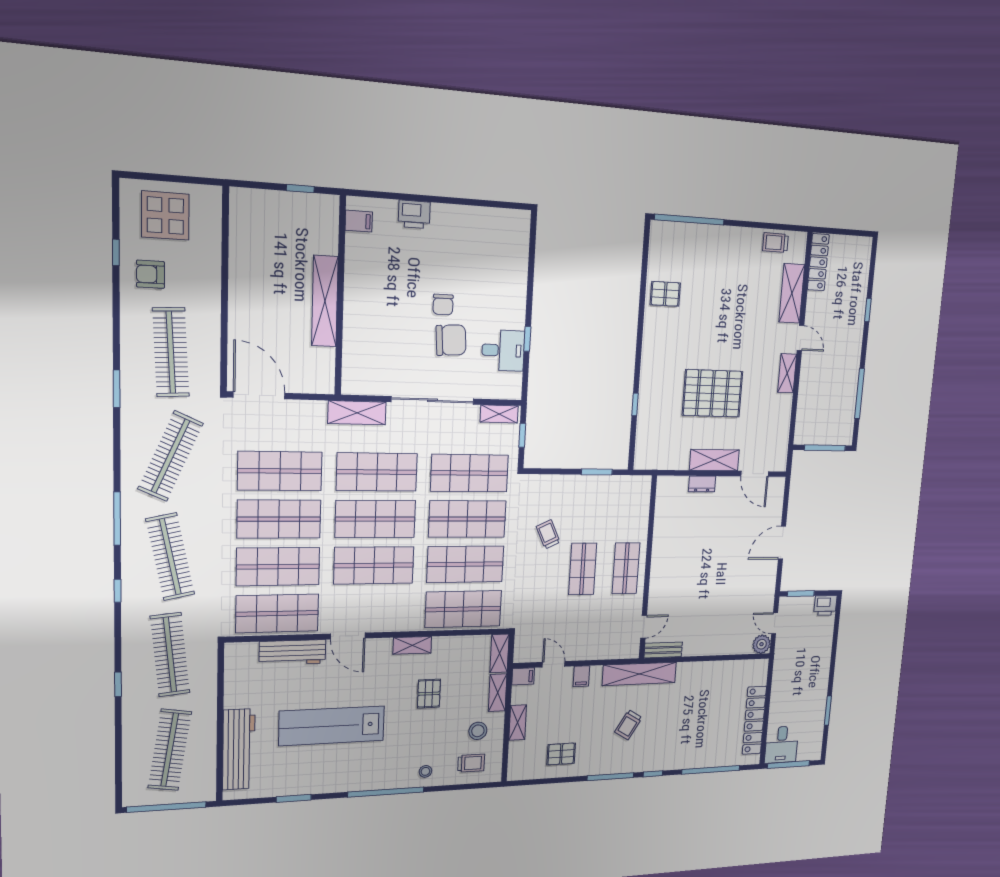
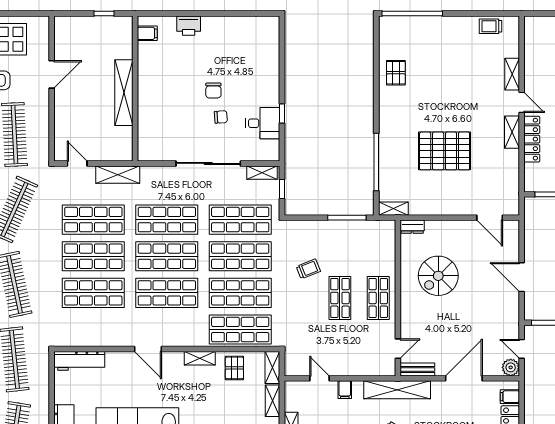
locker: (818, 262) -> (532, 139), moved
door: (225, 270) -> (52, 74), added
shelving: (792, 293) -> (512, 74), width x0.67, depth x0.75
pallet: (665, 294) -> (396, 73), turned 90
chair: (451, 340) -> (221, 117), width x0.54, depth x0.54
door: (259, 395) -> (77, 163), width x0.53
window: (635, 404) -> (376, 162), width x3.17
shelving: (357, 413) -> (118, 175), moved
shelving: (714, 460) -> (393, 209), moved, width x0.67, depth x0.75
window: (597, 472) -> (347, 218), width x1.44
dresser: (702, 484) -> (412, 227), moved
trolley: (548, 534) -> (308, 269), turned 93
spiral stairs: (694, 542) -> (438, 276), added
door: (782, 543) -> (522, 277), hinge flipped
shop shelf: (277, 613) -> (93, 330), removed
workbench: (293, 652) -> (79, 361), moved
door: (712, 658) -> (464, 378), added
filing cabinet: (523, 676) -> (510, 397), moved, turned 180
pallet: (429, 694) -> (234, 368), moved

